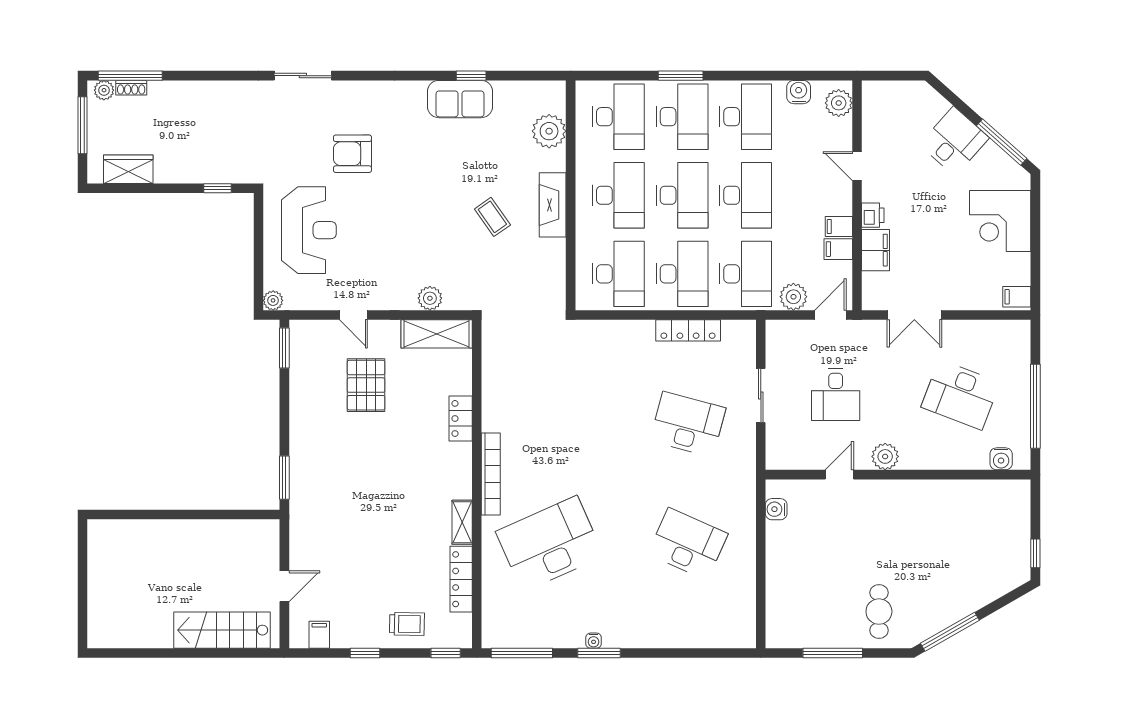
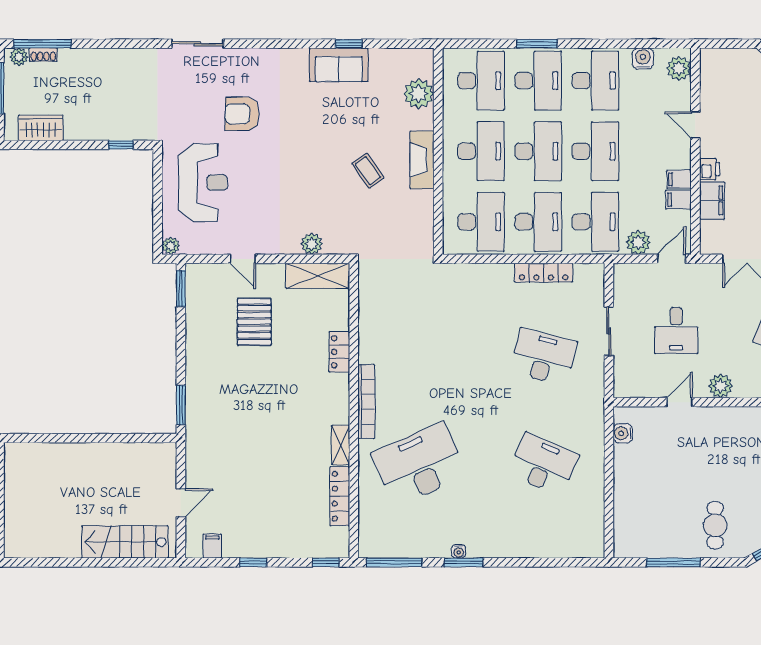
trolley: (407, 624) -> (291, 536), removed

